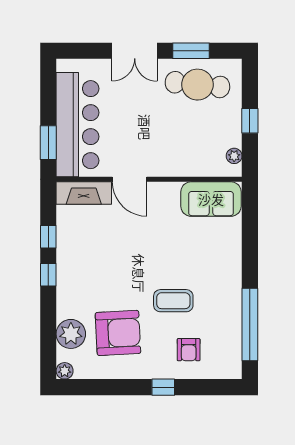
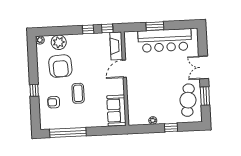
door: (130, 179) -> (124, 69), moved
wall: (149, 179) -> (125, 79), moved
fireplace: (84, 193) -> (116, 46), moved
sofa: (211, 199) -> (116, 110), moved

